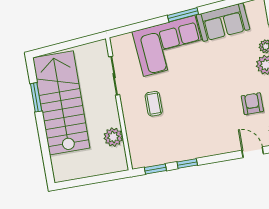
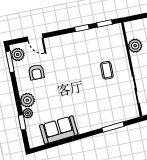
window: (183, 15) -> (113, 127), moved
corner sofa: (169, 46) -> (97, 112), removed

